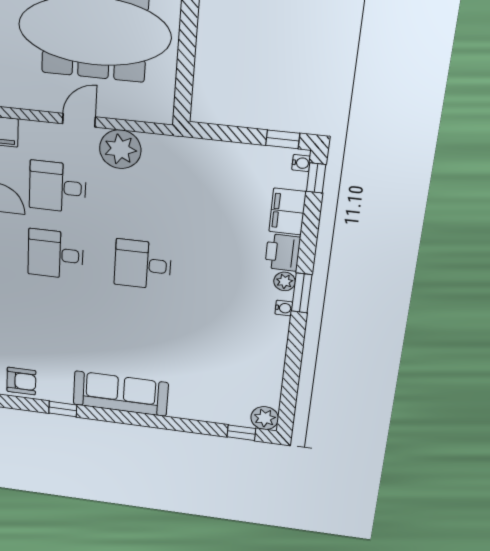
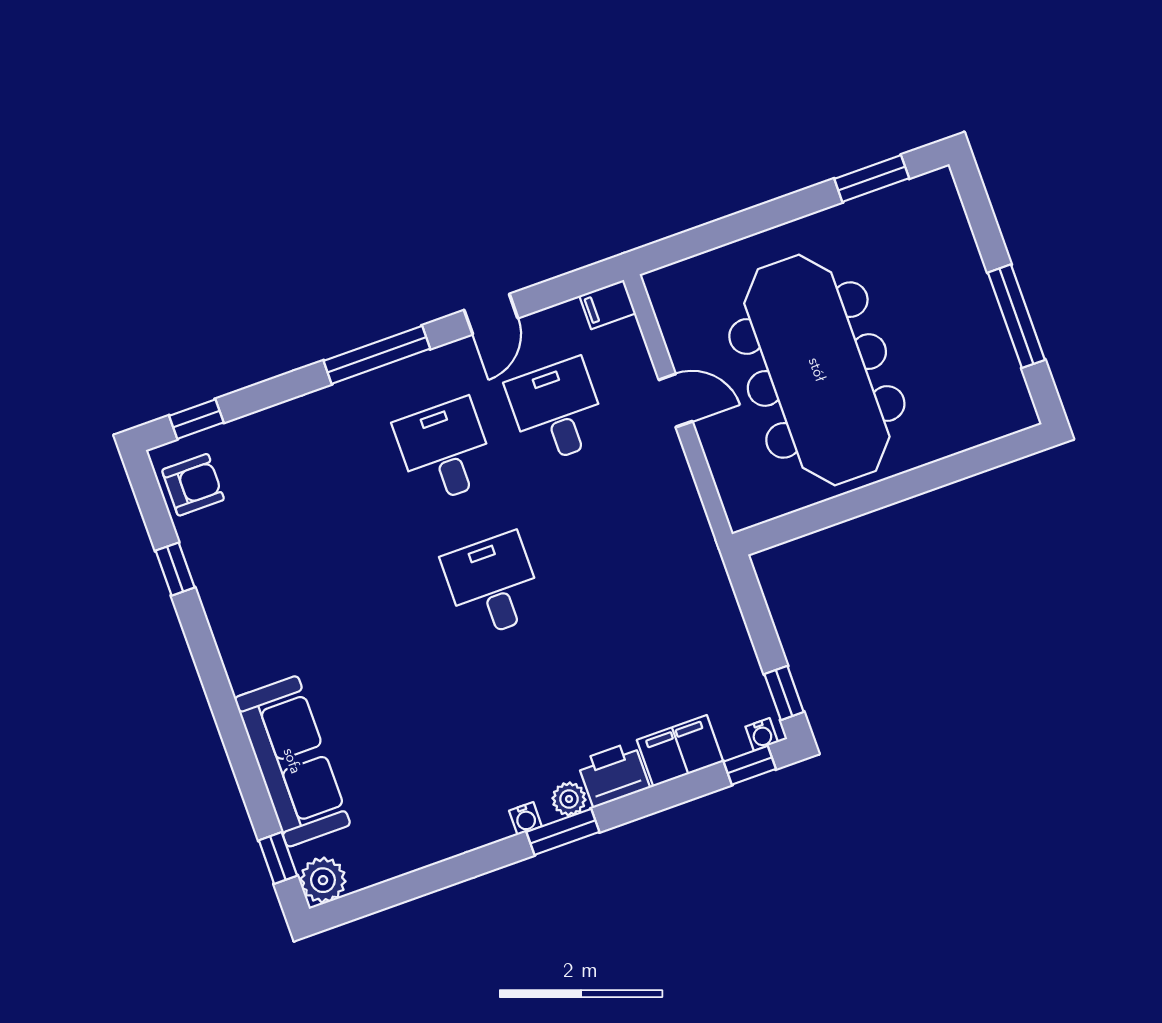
plant: (120, 149) -> (660, 477), removed
armchair: (21, 381) -> (193, 485), turned -90
sofa: (121, 394) -> (292, 761), moved

